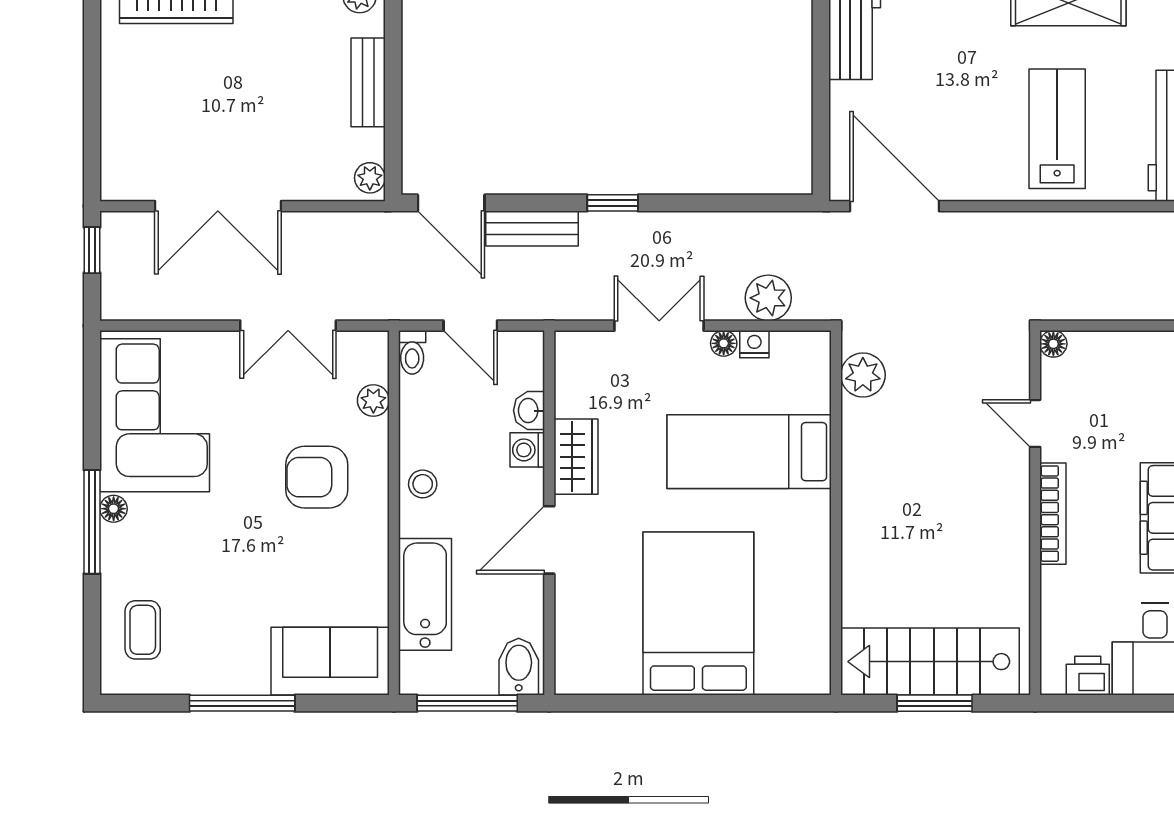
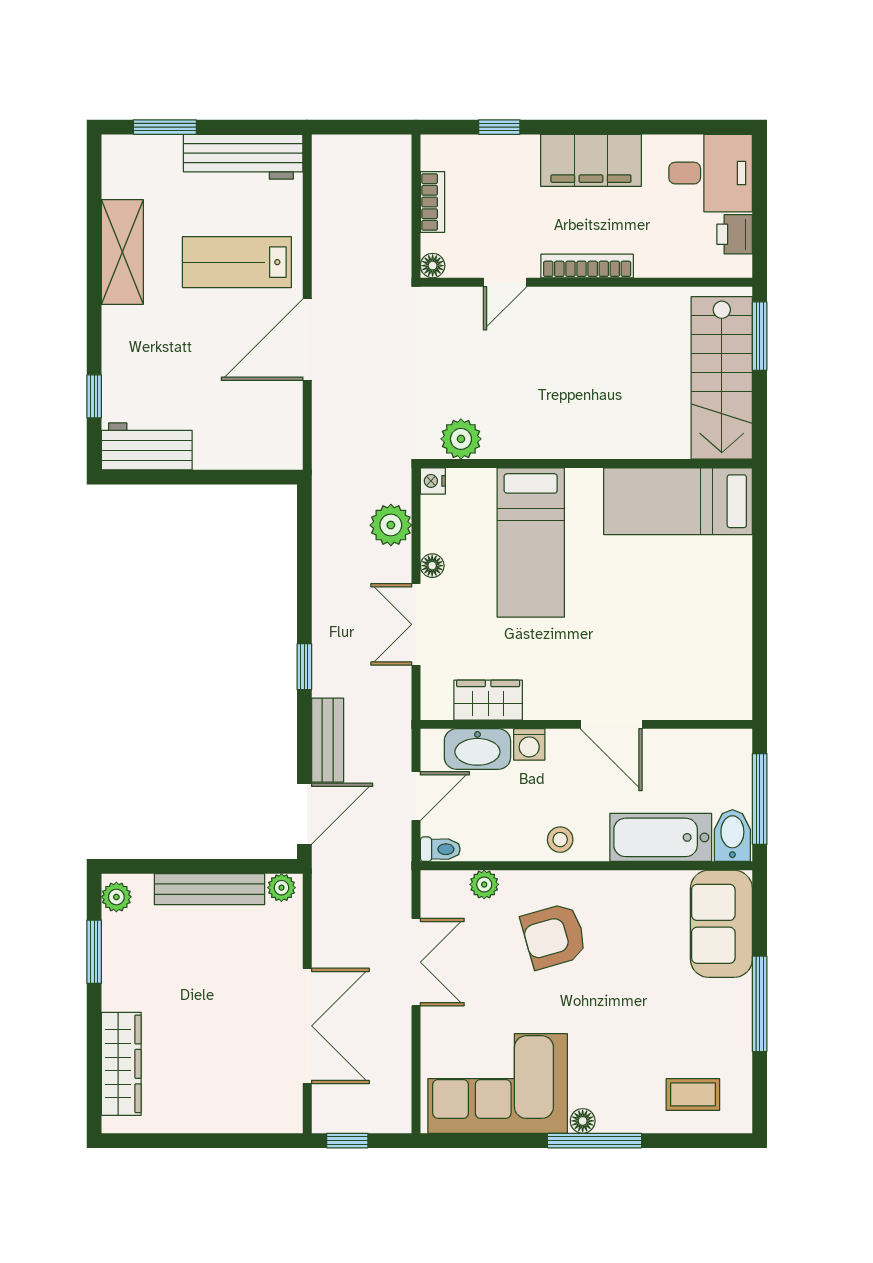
bench: (368, 82) -> (209, 889), width x1.36
door: (895, 206) -> (307, 340), moved
nightstand: (754, 344) -> (433, 481), moved
bookcase: (1123, 344) -> (433, 202), added
washbasin: (529, 411) -> (477, 749), width x1.91, depth x1.45
wardrobe: (576, 457) -> (488, 700), moved
armchair: (317, 477) -> (554, 936), turned 74
bed: (698, 614) -> (678, 501), moved, width x0.67
bidet: (519, 667) -> (732, 835), moved, turned 90
window: (935, 703) -> (760, 336), moved

